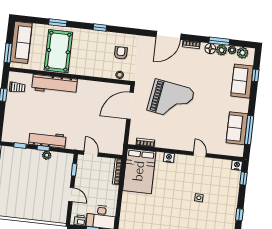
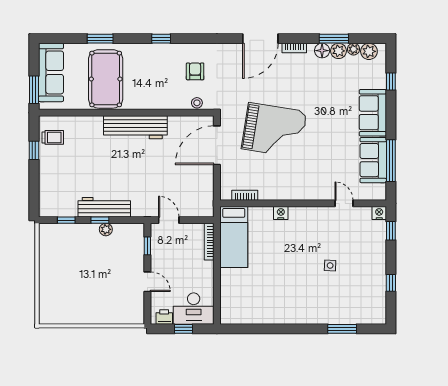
sofa: (242, 81) -> (373, 113), moved
workbench: (54, 84) -> (135, 127), moved
door: (200, 154) -> (344, 203), moved
bed: (139, 171) -> (234, 237), width x0.67

